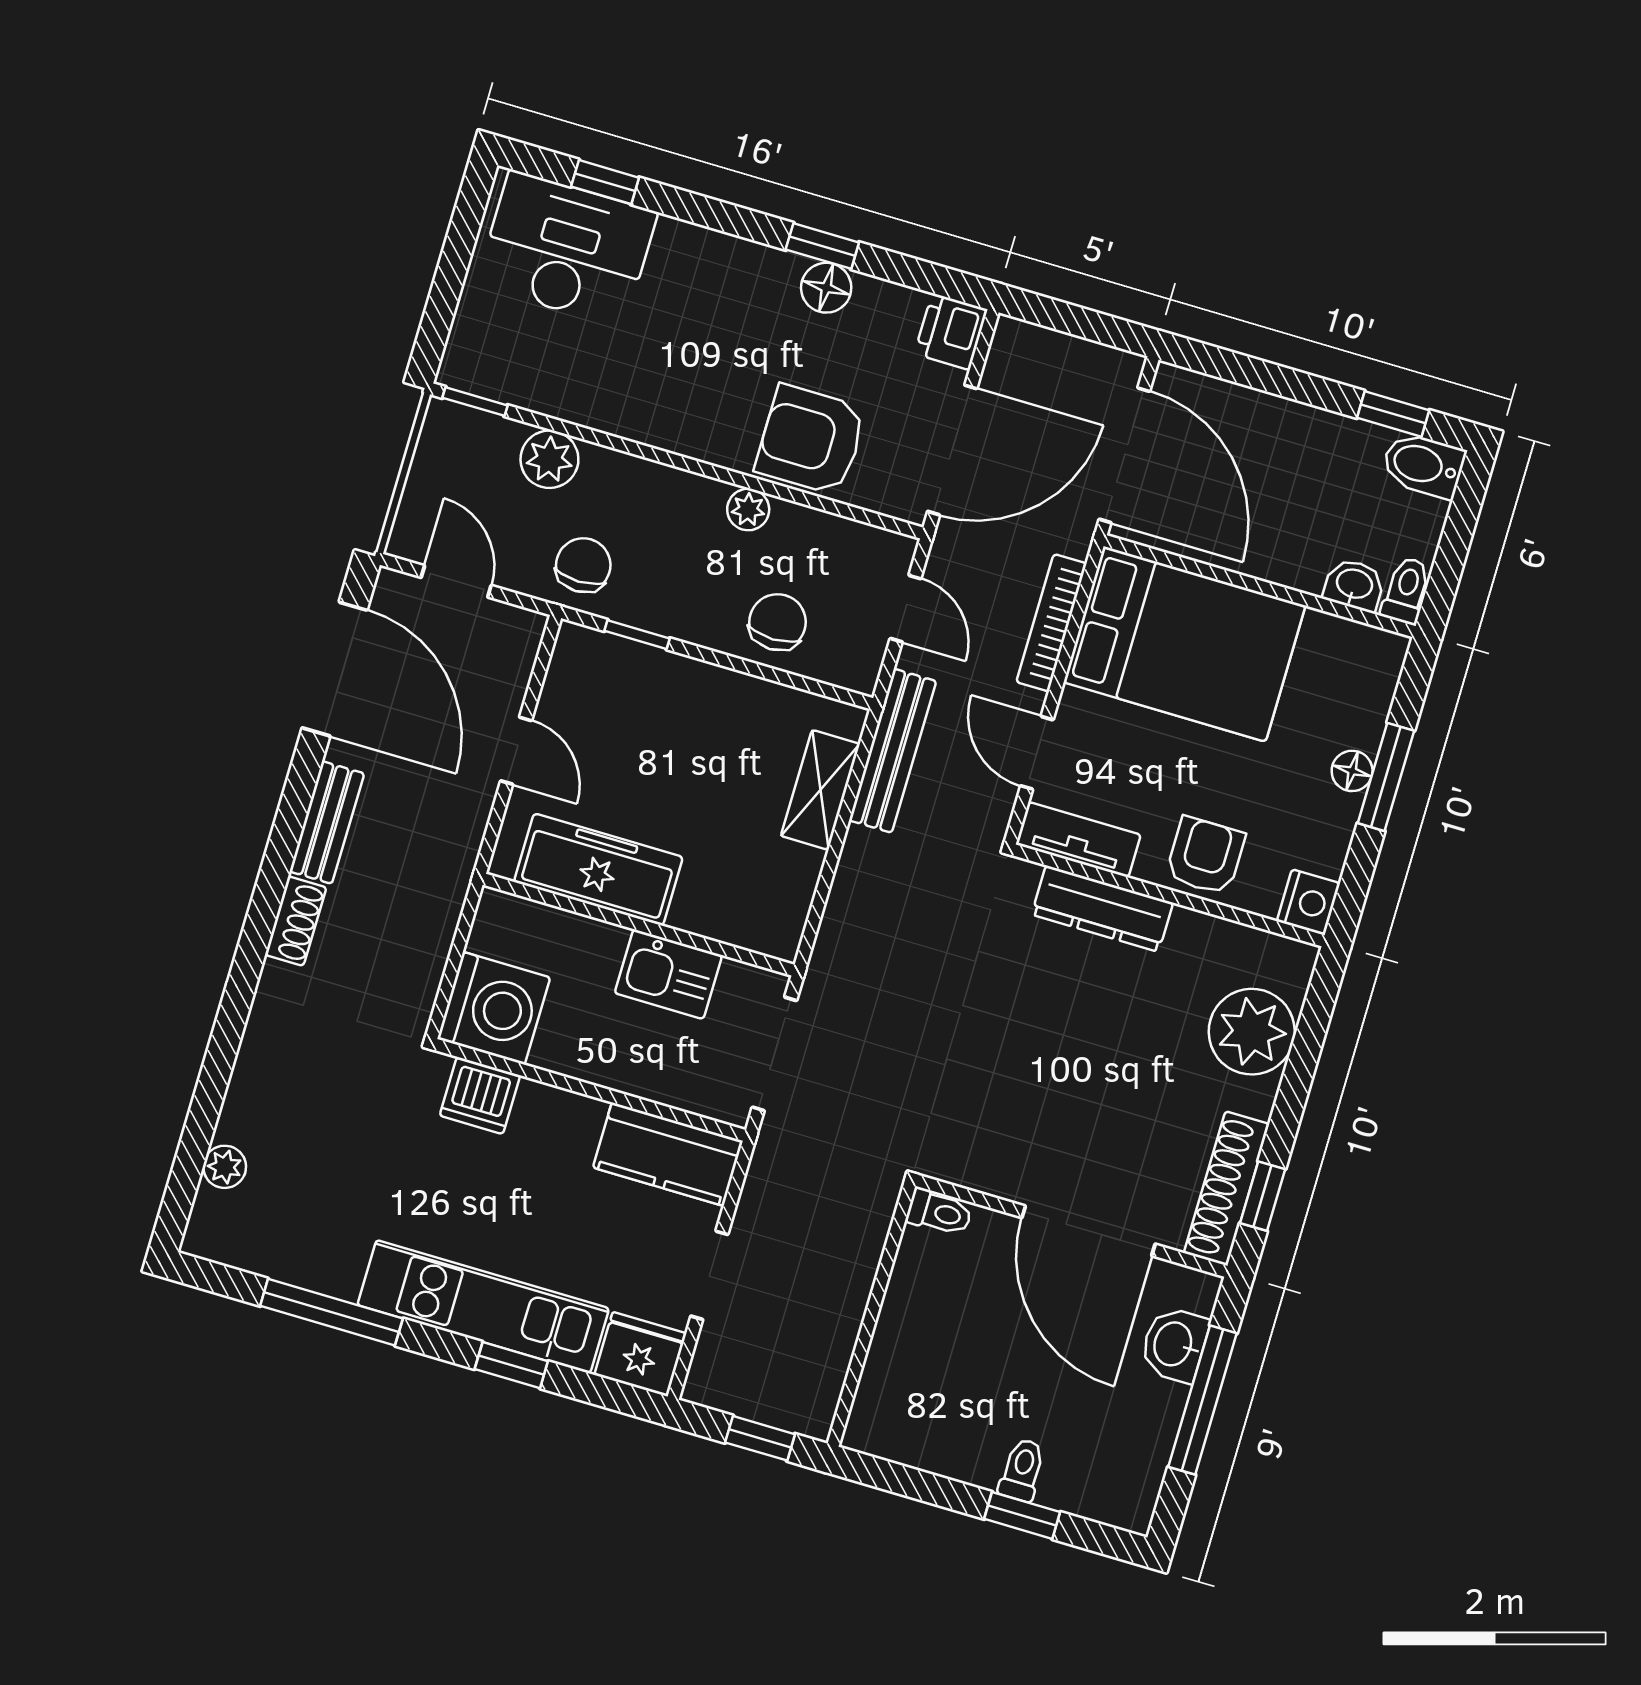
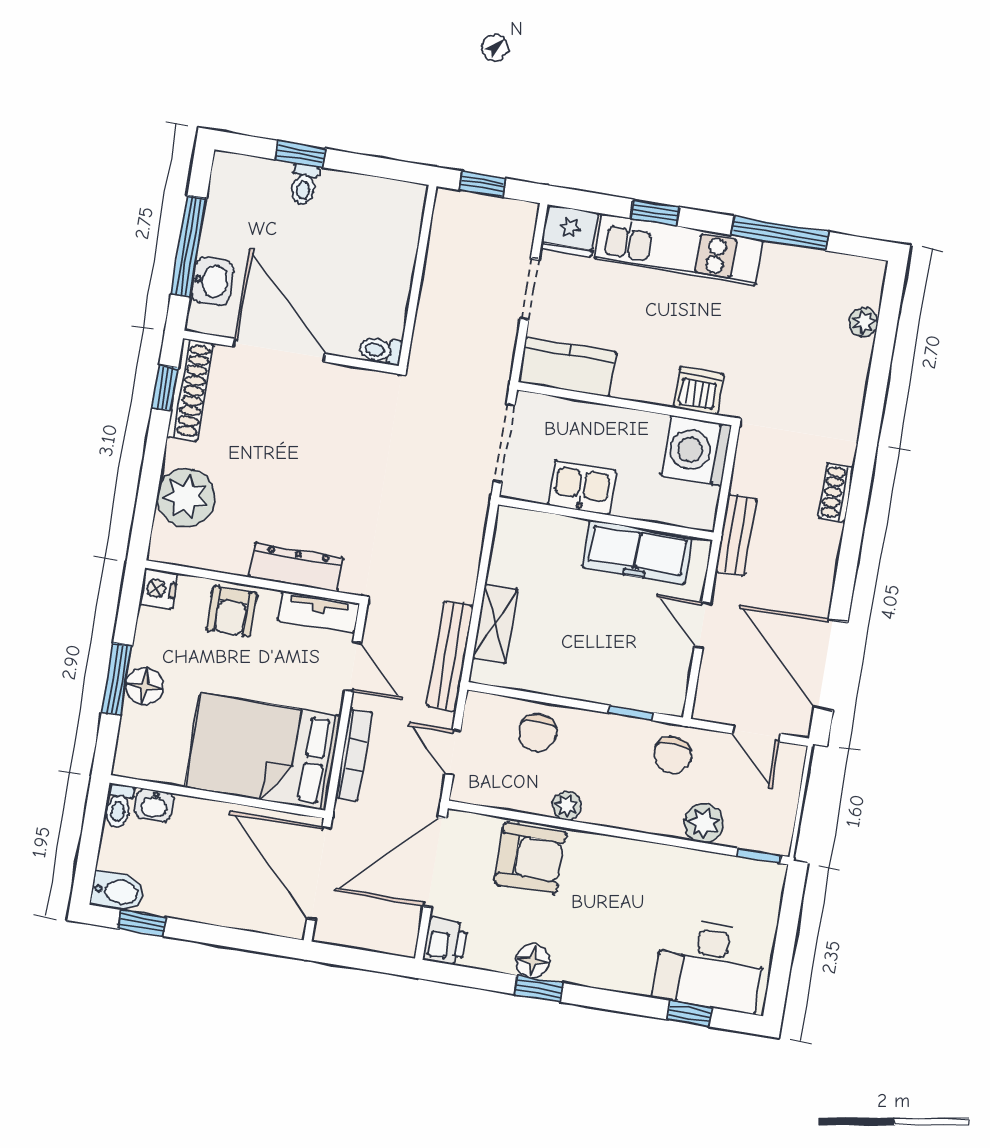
floor lamp: (1352, 771) -> (144, 686), width x1.37, depth x1.37
bench: (327, 822) -> (736, 535), moved

